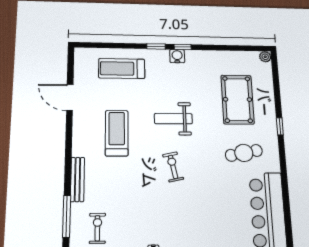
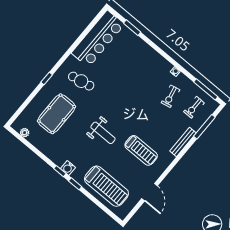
plant: (265, 57) -> (25, 133), moved
treadmill: (122, 69) -> (106, 186), width x1.37, depth x1.38
treadmill: (117, 133) -> (141, 150), turned -90
exercise bike: (173, 167) -> (170, 96), moved

